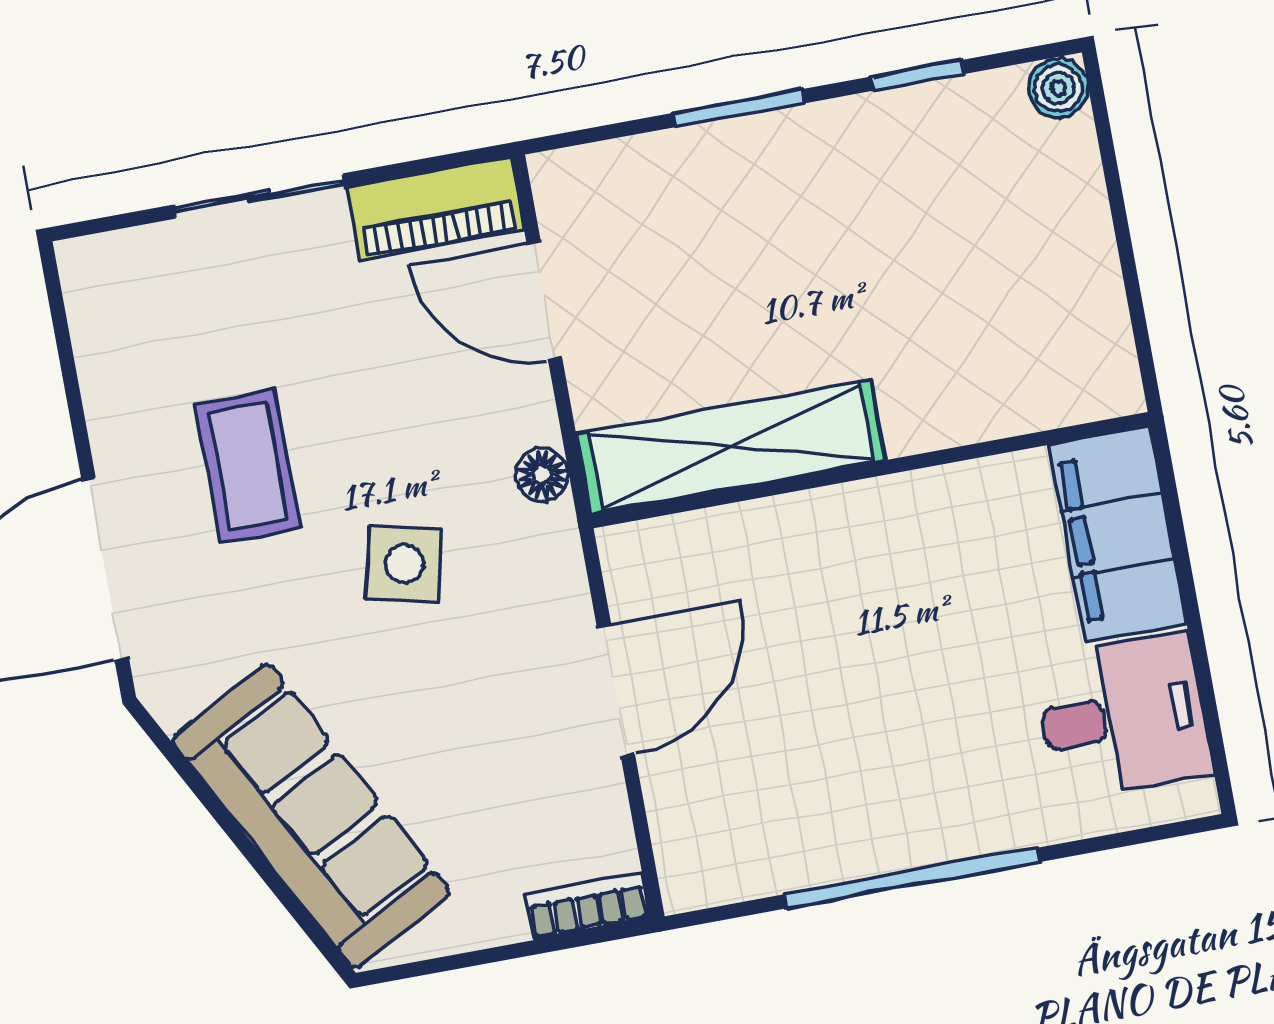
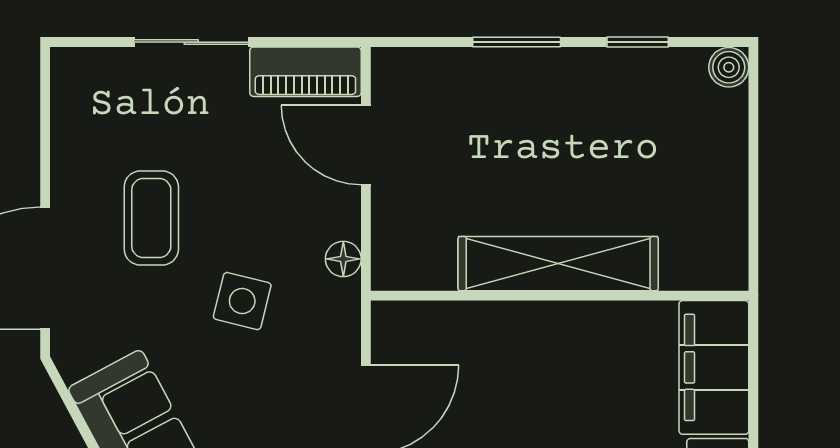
shelving: (731, 447) -> (558, 264), moved

